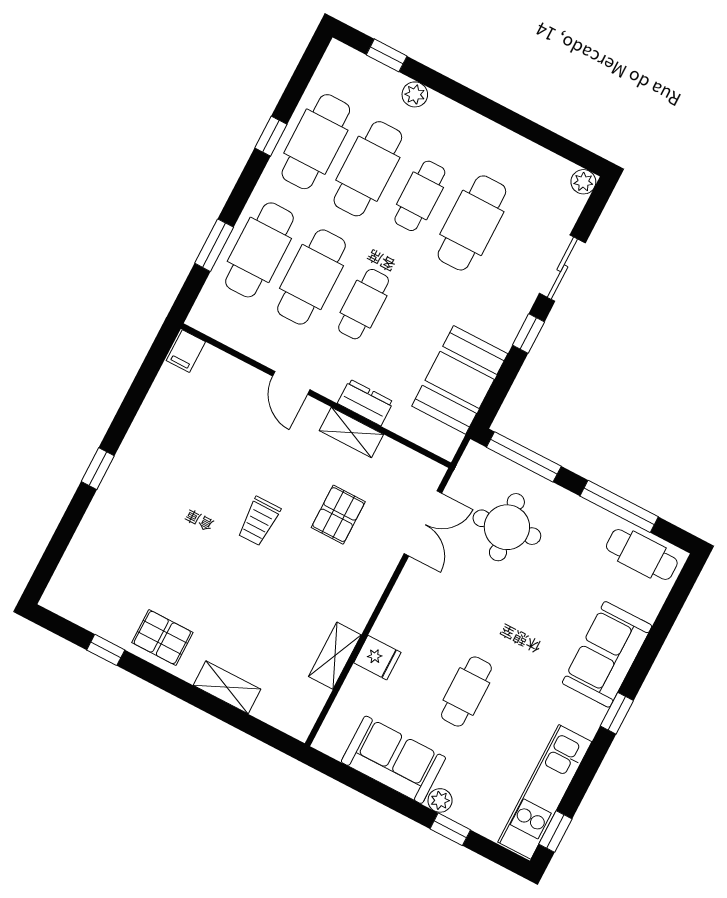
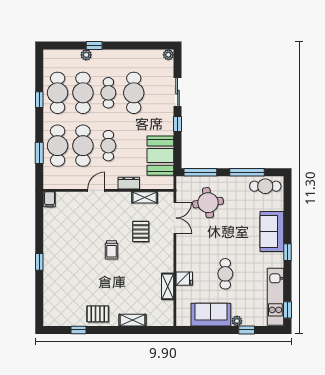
window: (387, 55) -> (94, 46), moved
door: (291, 383) -> (96, 190), swing flipped
shelving: (351, 432) -> (145, 197), moved

